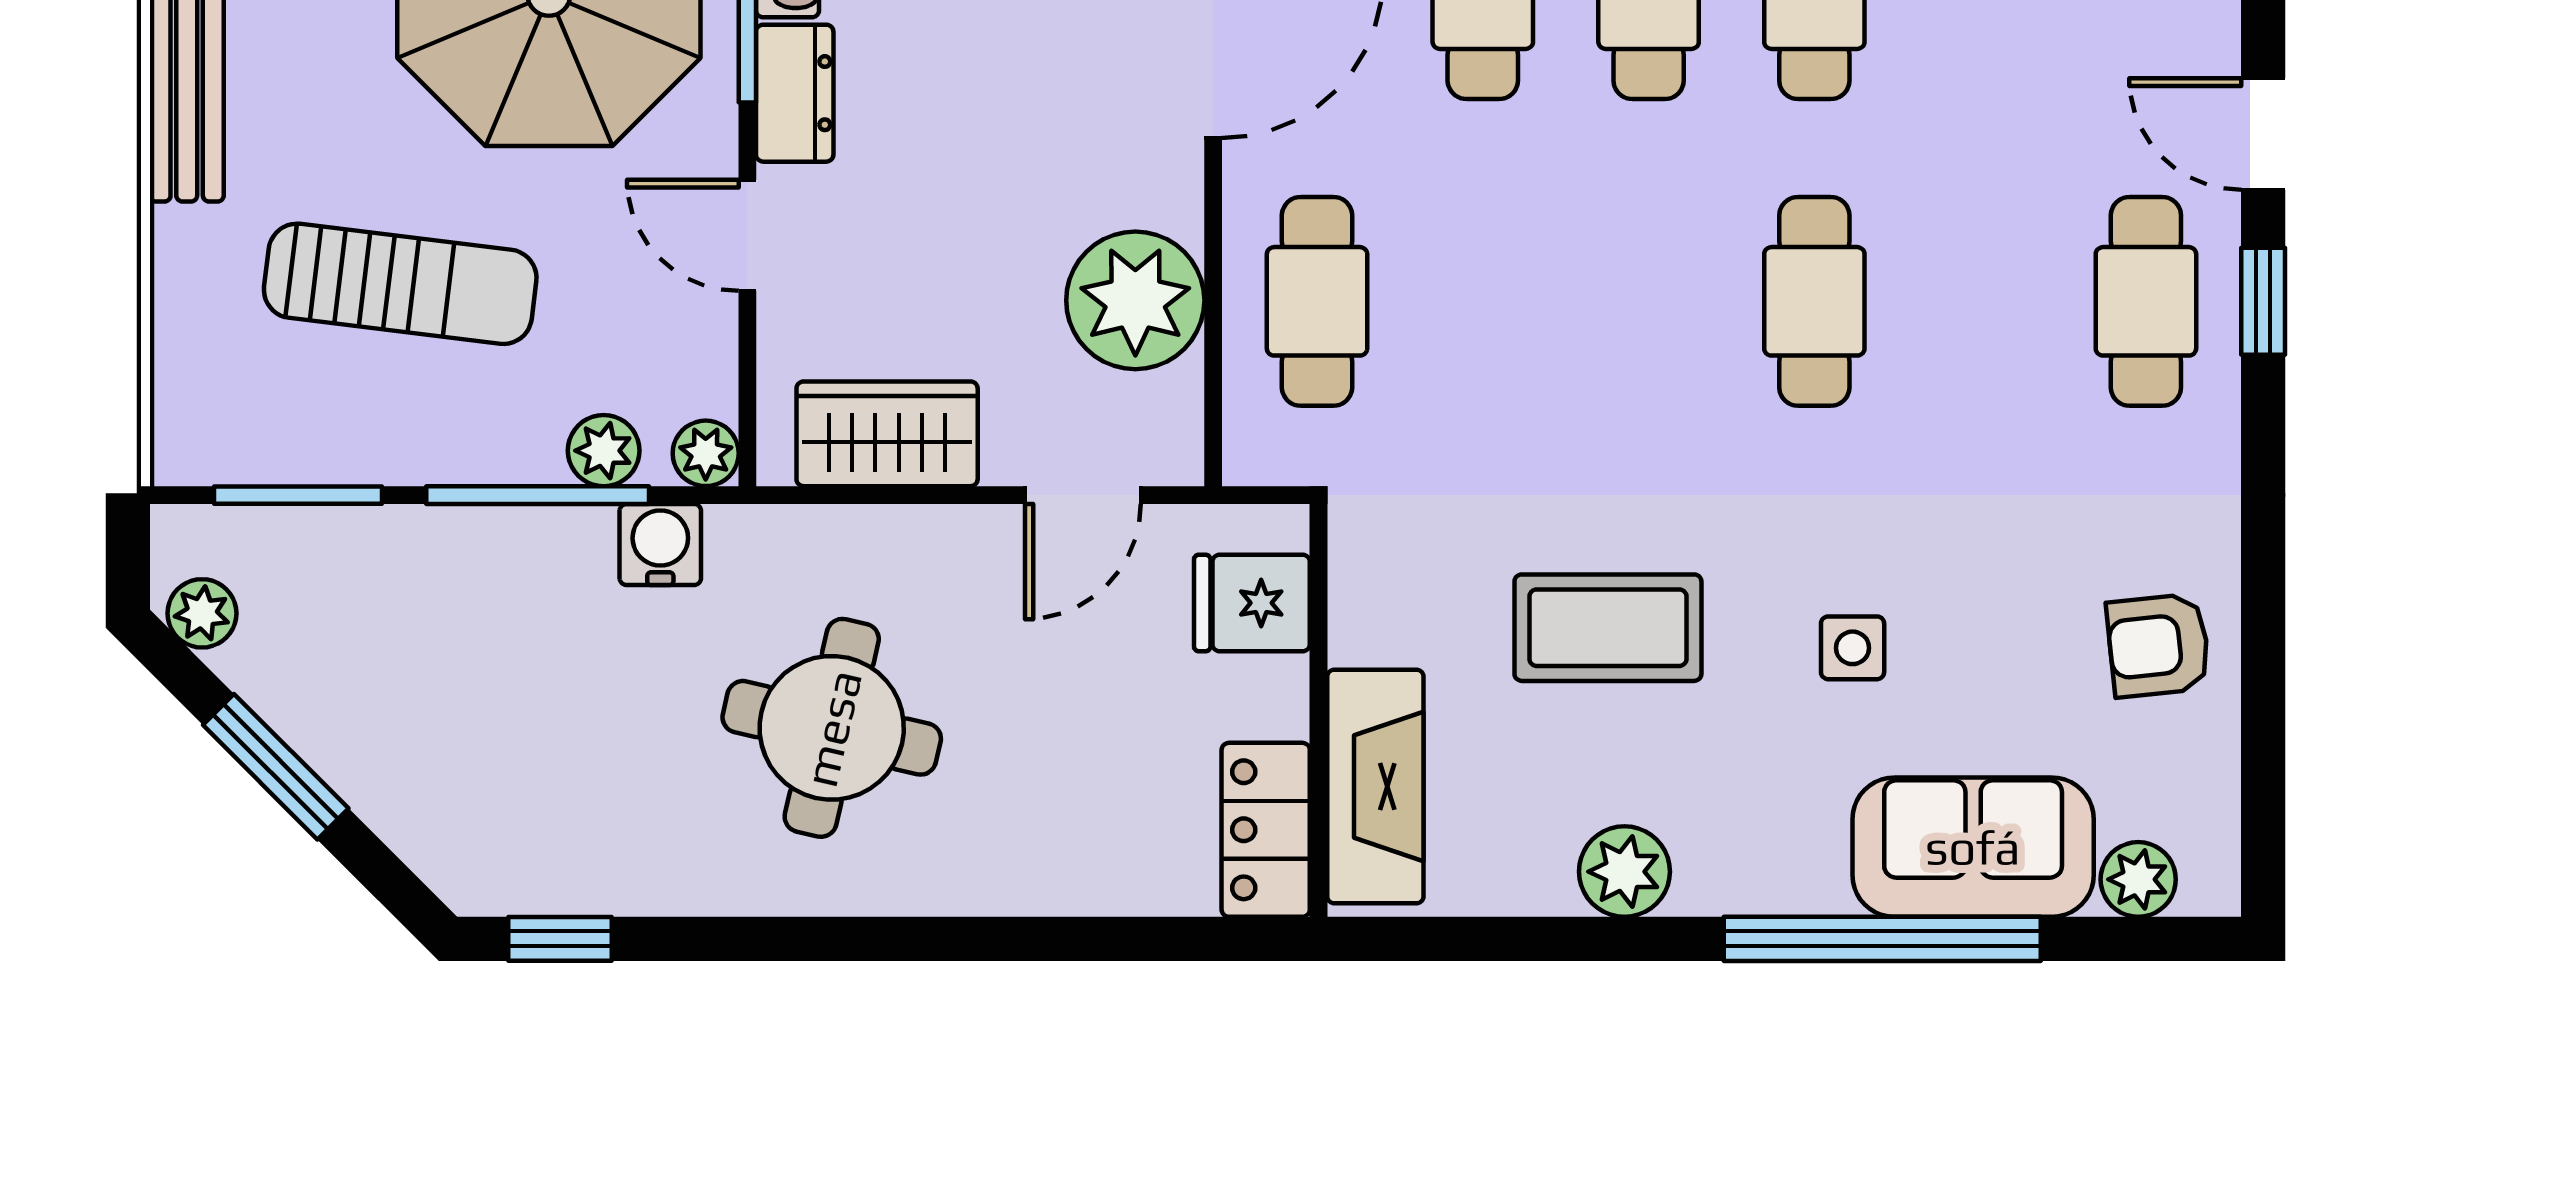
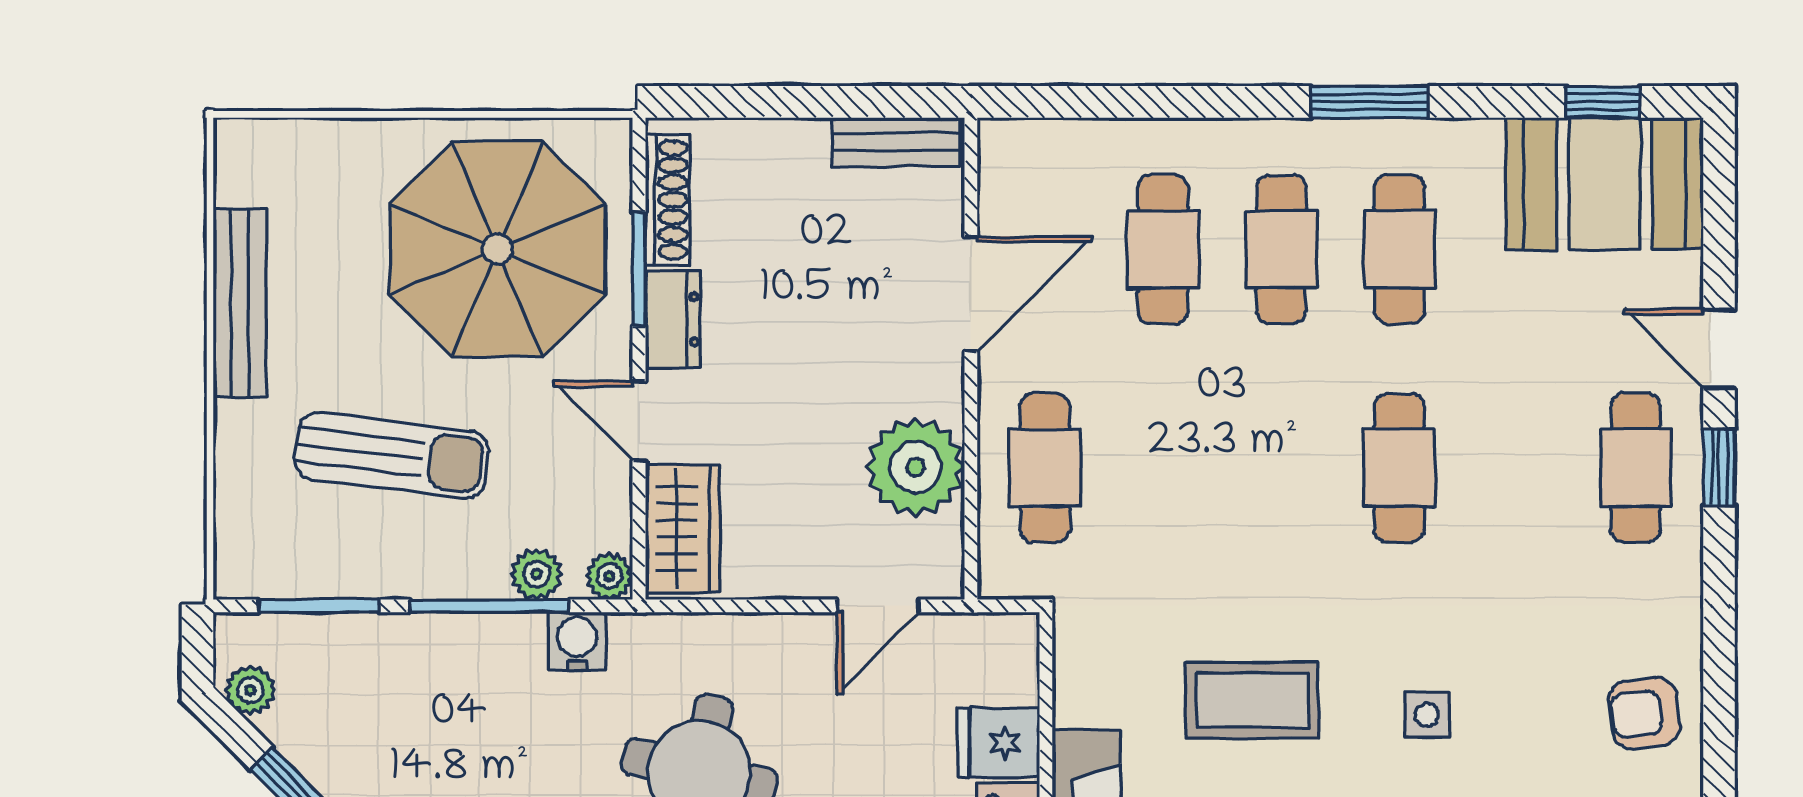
wardrobe: (887, 434) -> (683, 529), moved, turned 90
fridge: (1252, 603) -> (999, 743), moved

